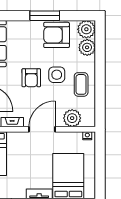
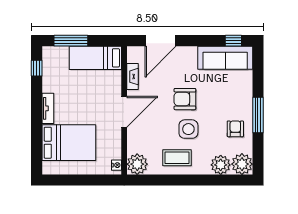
armchair: (57, 35) -> (235, 129), width x0.53, depth x0.53
plant: (72, 118) -> (137, 164), moved
door: (42, 129) -> (124, 112), hinge flipped

